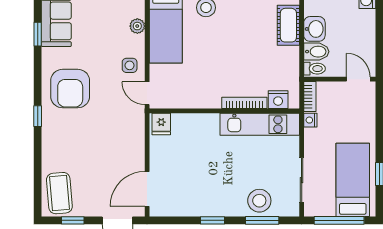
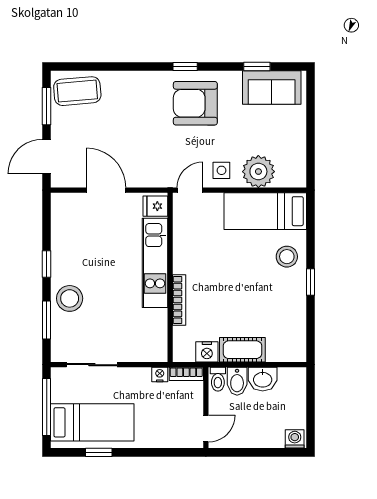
cot: (288, 25) -> (242, 350), moved
plant: (137, 26) -> (258, 172), width x1.87, depth x1.87
nightstand: (278, 100) -> (207, 352), moved, turned -90
window: (38, 116) -> (185, 67), moved
kitchen unit: (260, 124) -> (155, 263), moved
door: (147, 189) -> (106, 190), moved
stool: (259, 201) -> (70, 298), moved
window: (73, 220) -> (47, 106), width x1.50

